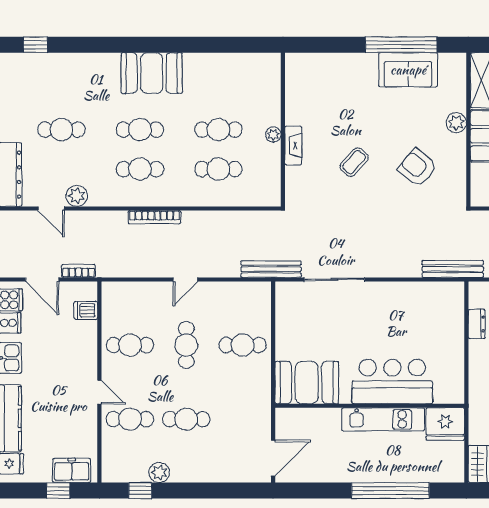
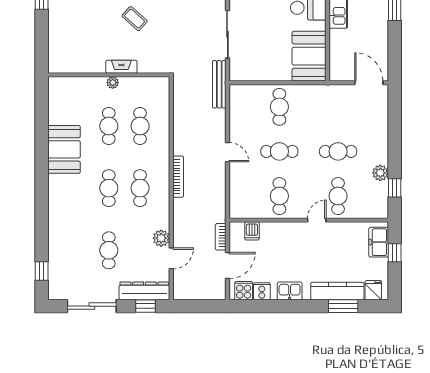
booth: (152, 73) -> (64, 149), moved
cafe table: (186, 419) -> (338, 151), turned 90

